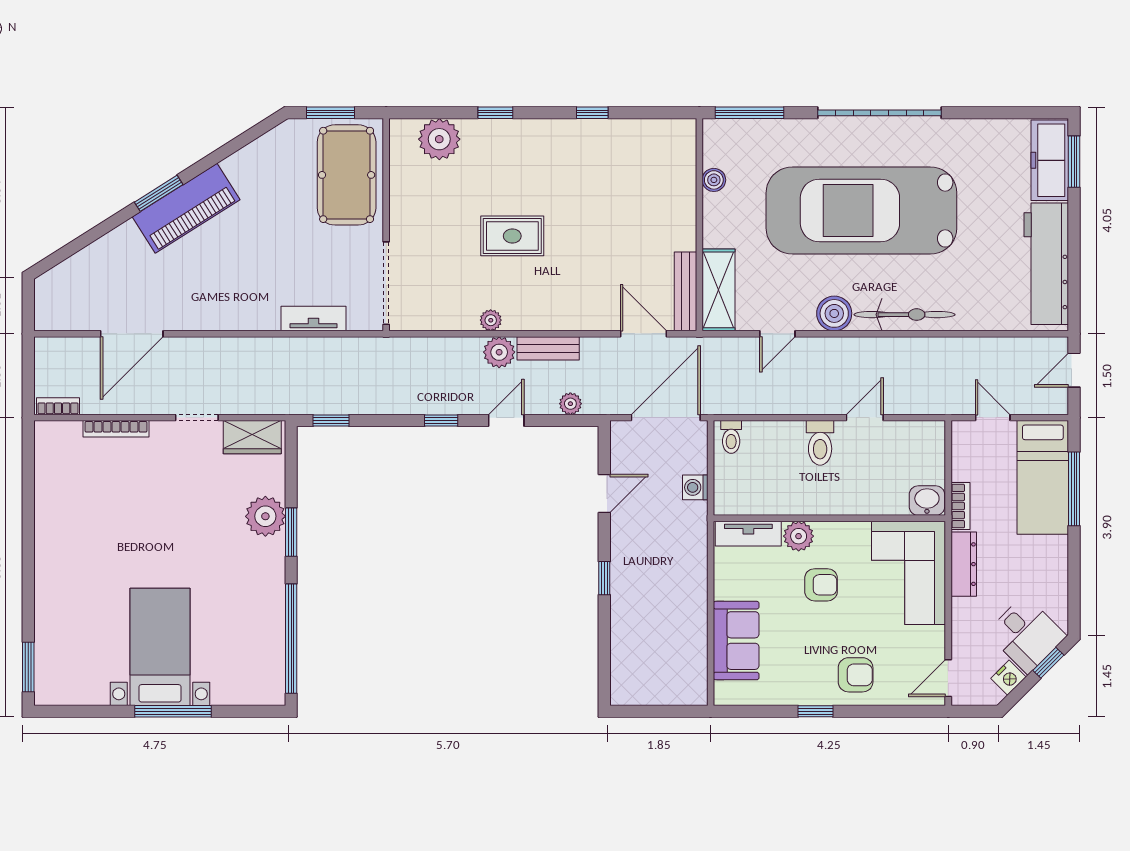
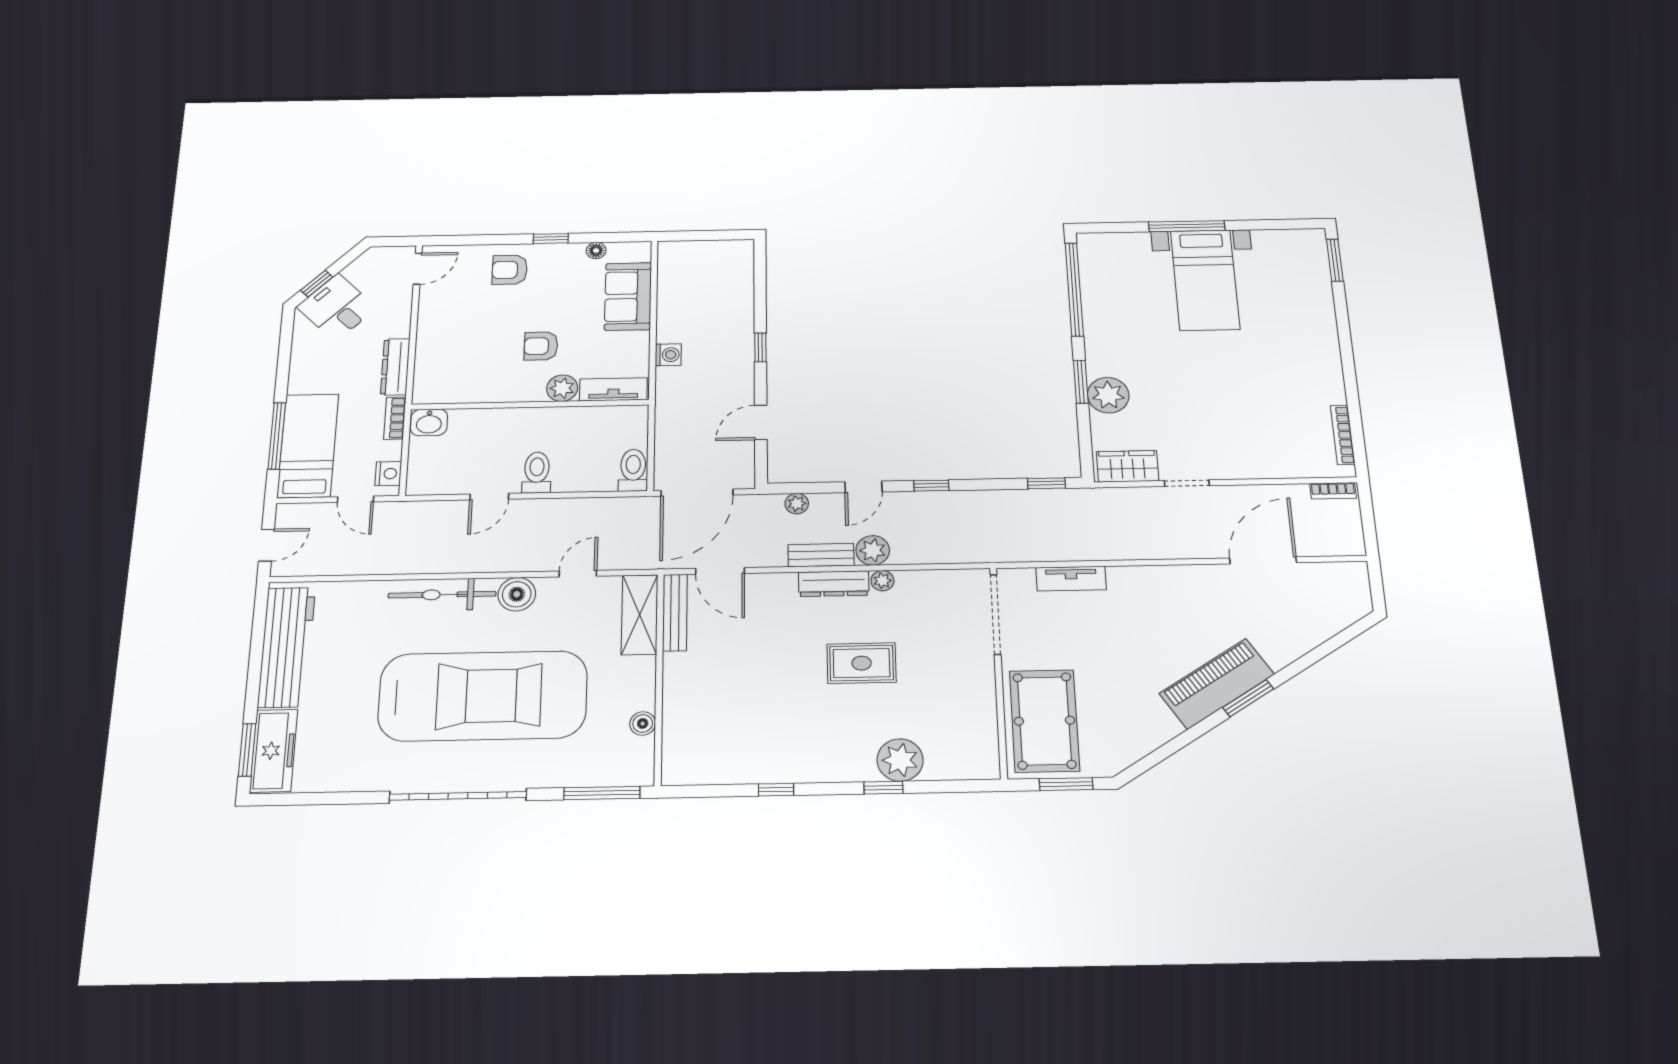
plant: (439, 139) -> (900, 760), moved
dresser: (537, 318) -> (834, 584), added
bookcase: (116, 429) -> (1343, 435), moved, turned -90
toilet: (731, 437) -> (633, 470), width x1.37, depth x1.39
washing machine: (695, 487) -> (668, 355), moved
corner sofa: (908, 573) -> (452, 358), removed
nightstand: (1008, 678) -> (388, 474), moved, turned 135
floor lamp: (769, 696) -> (596, 250), added

